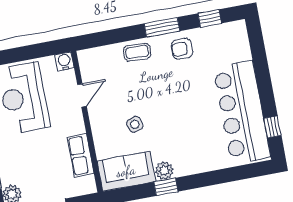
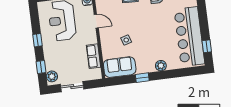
door: (82, 95) -> (96, 21), hinge flipped
plant: (164, 171) -> (161, 66), moved

